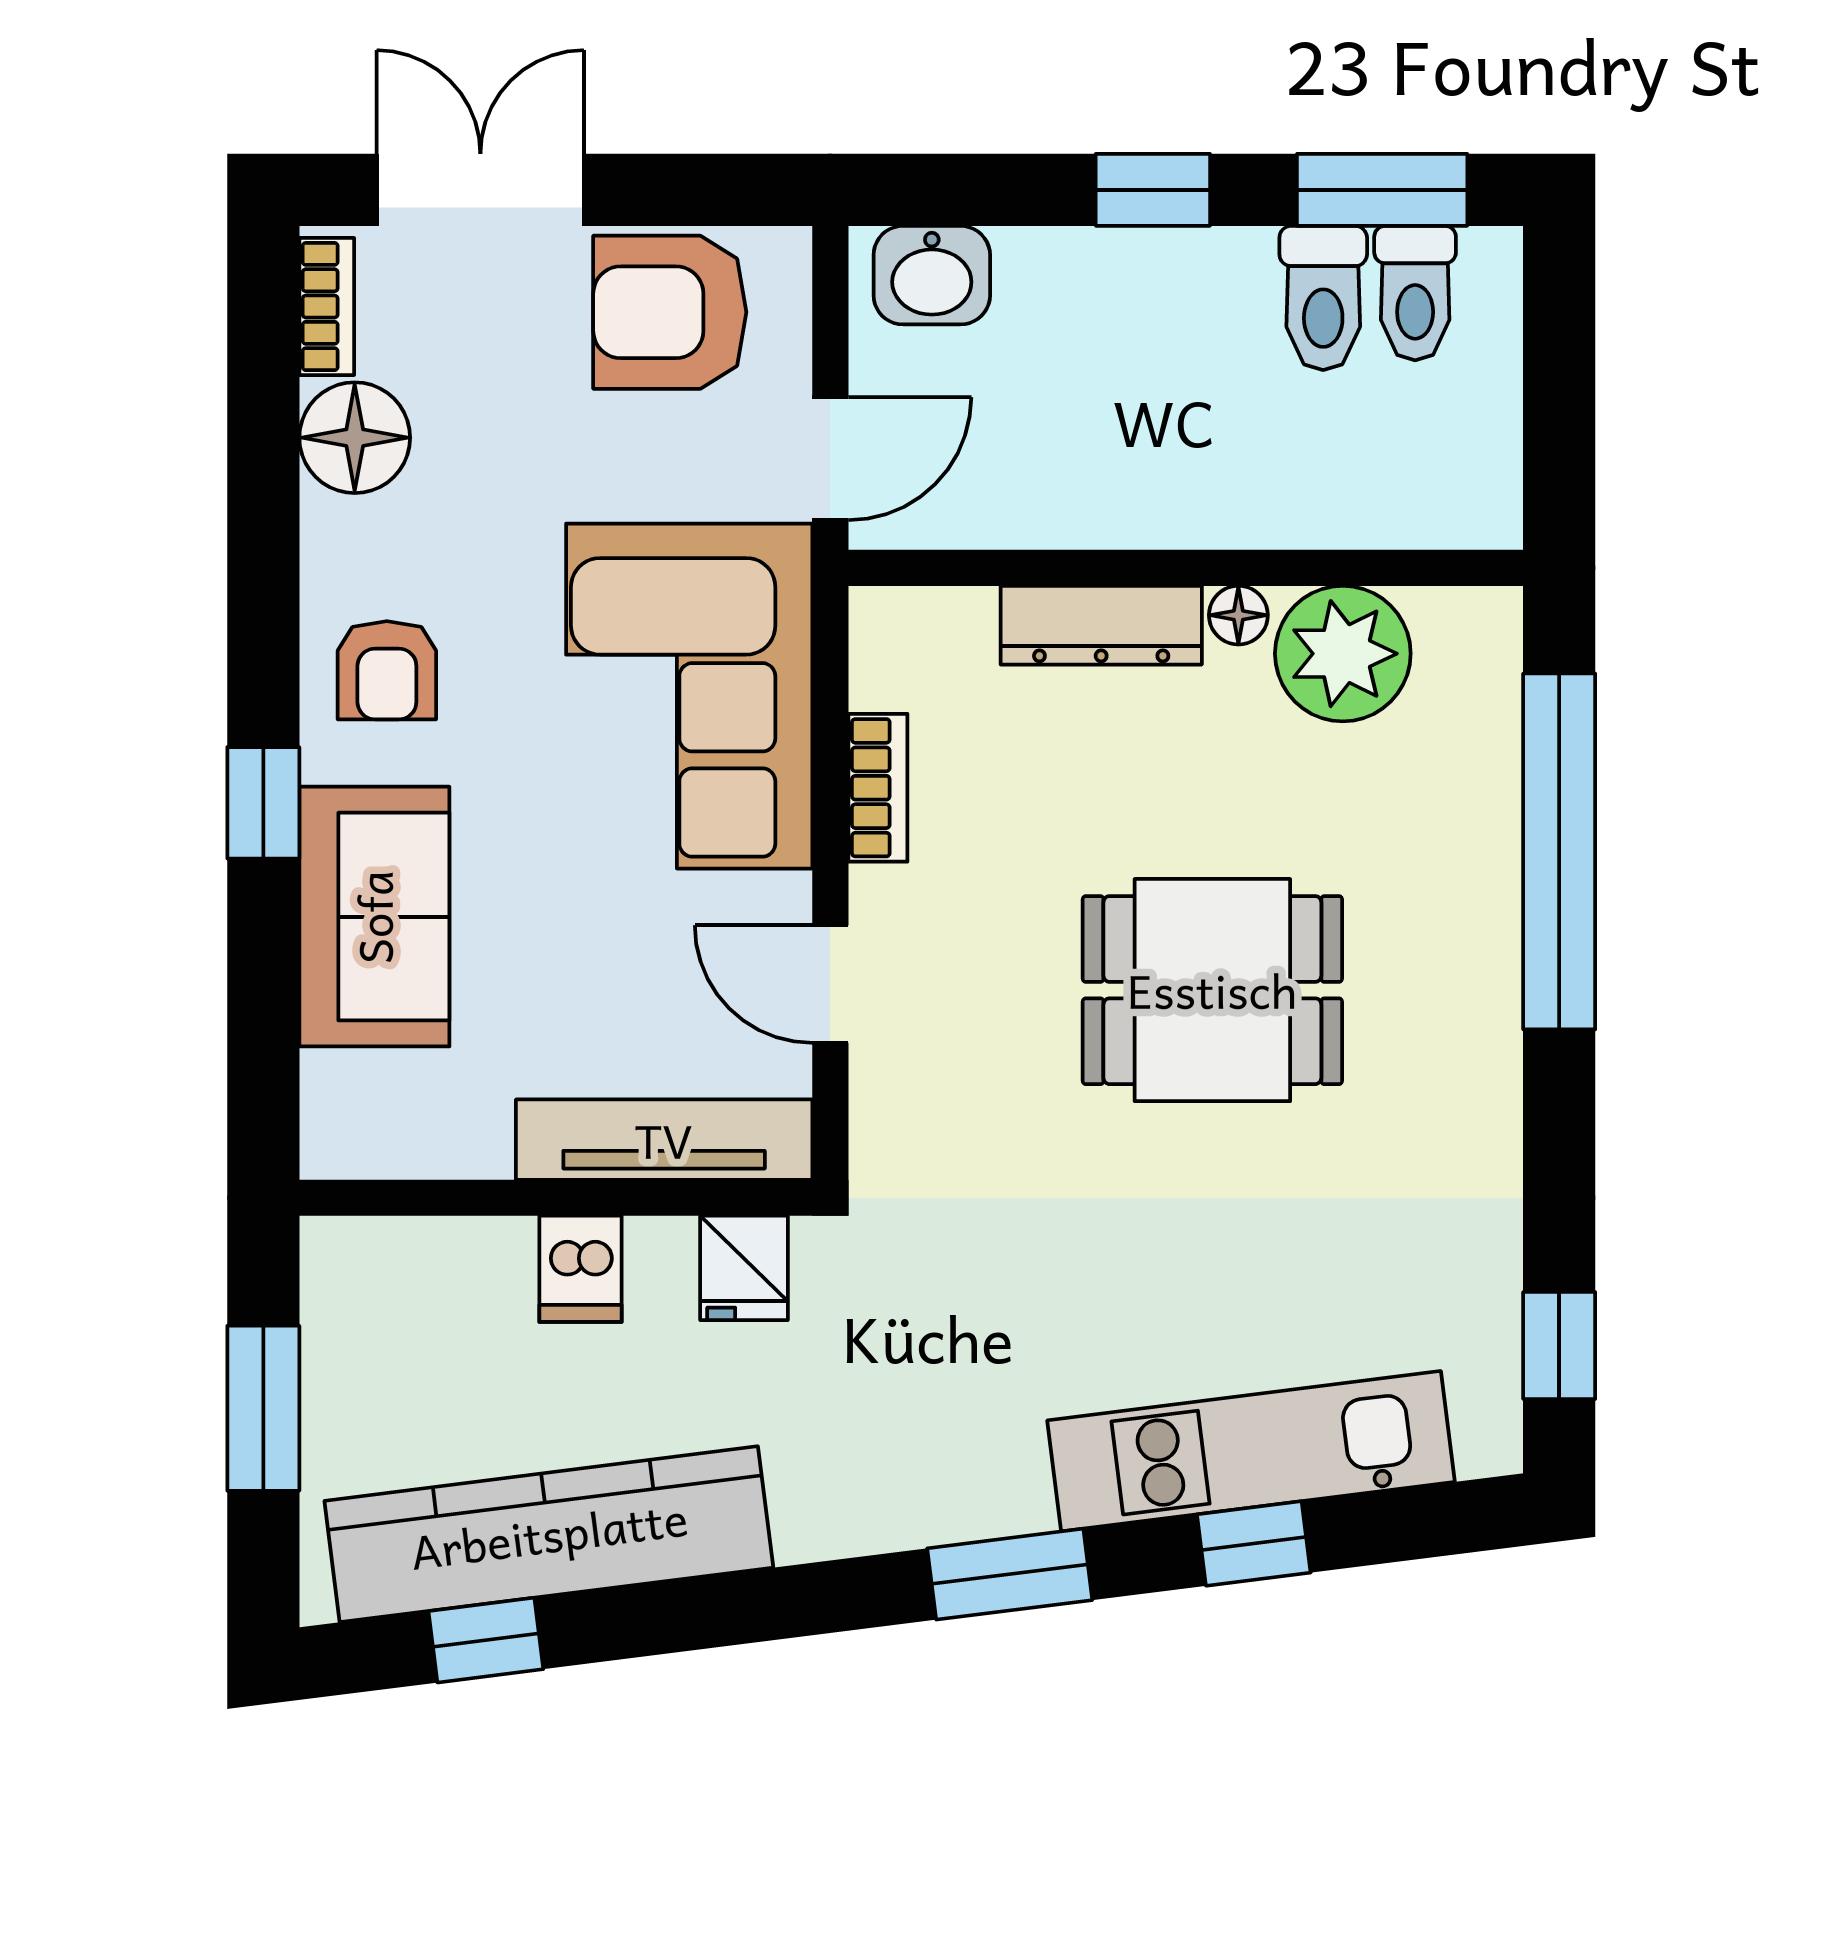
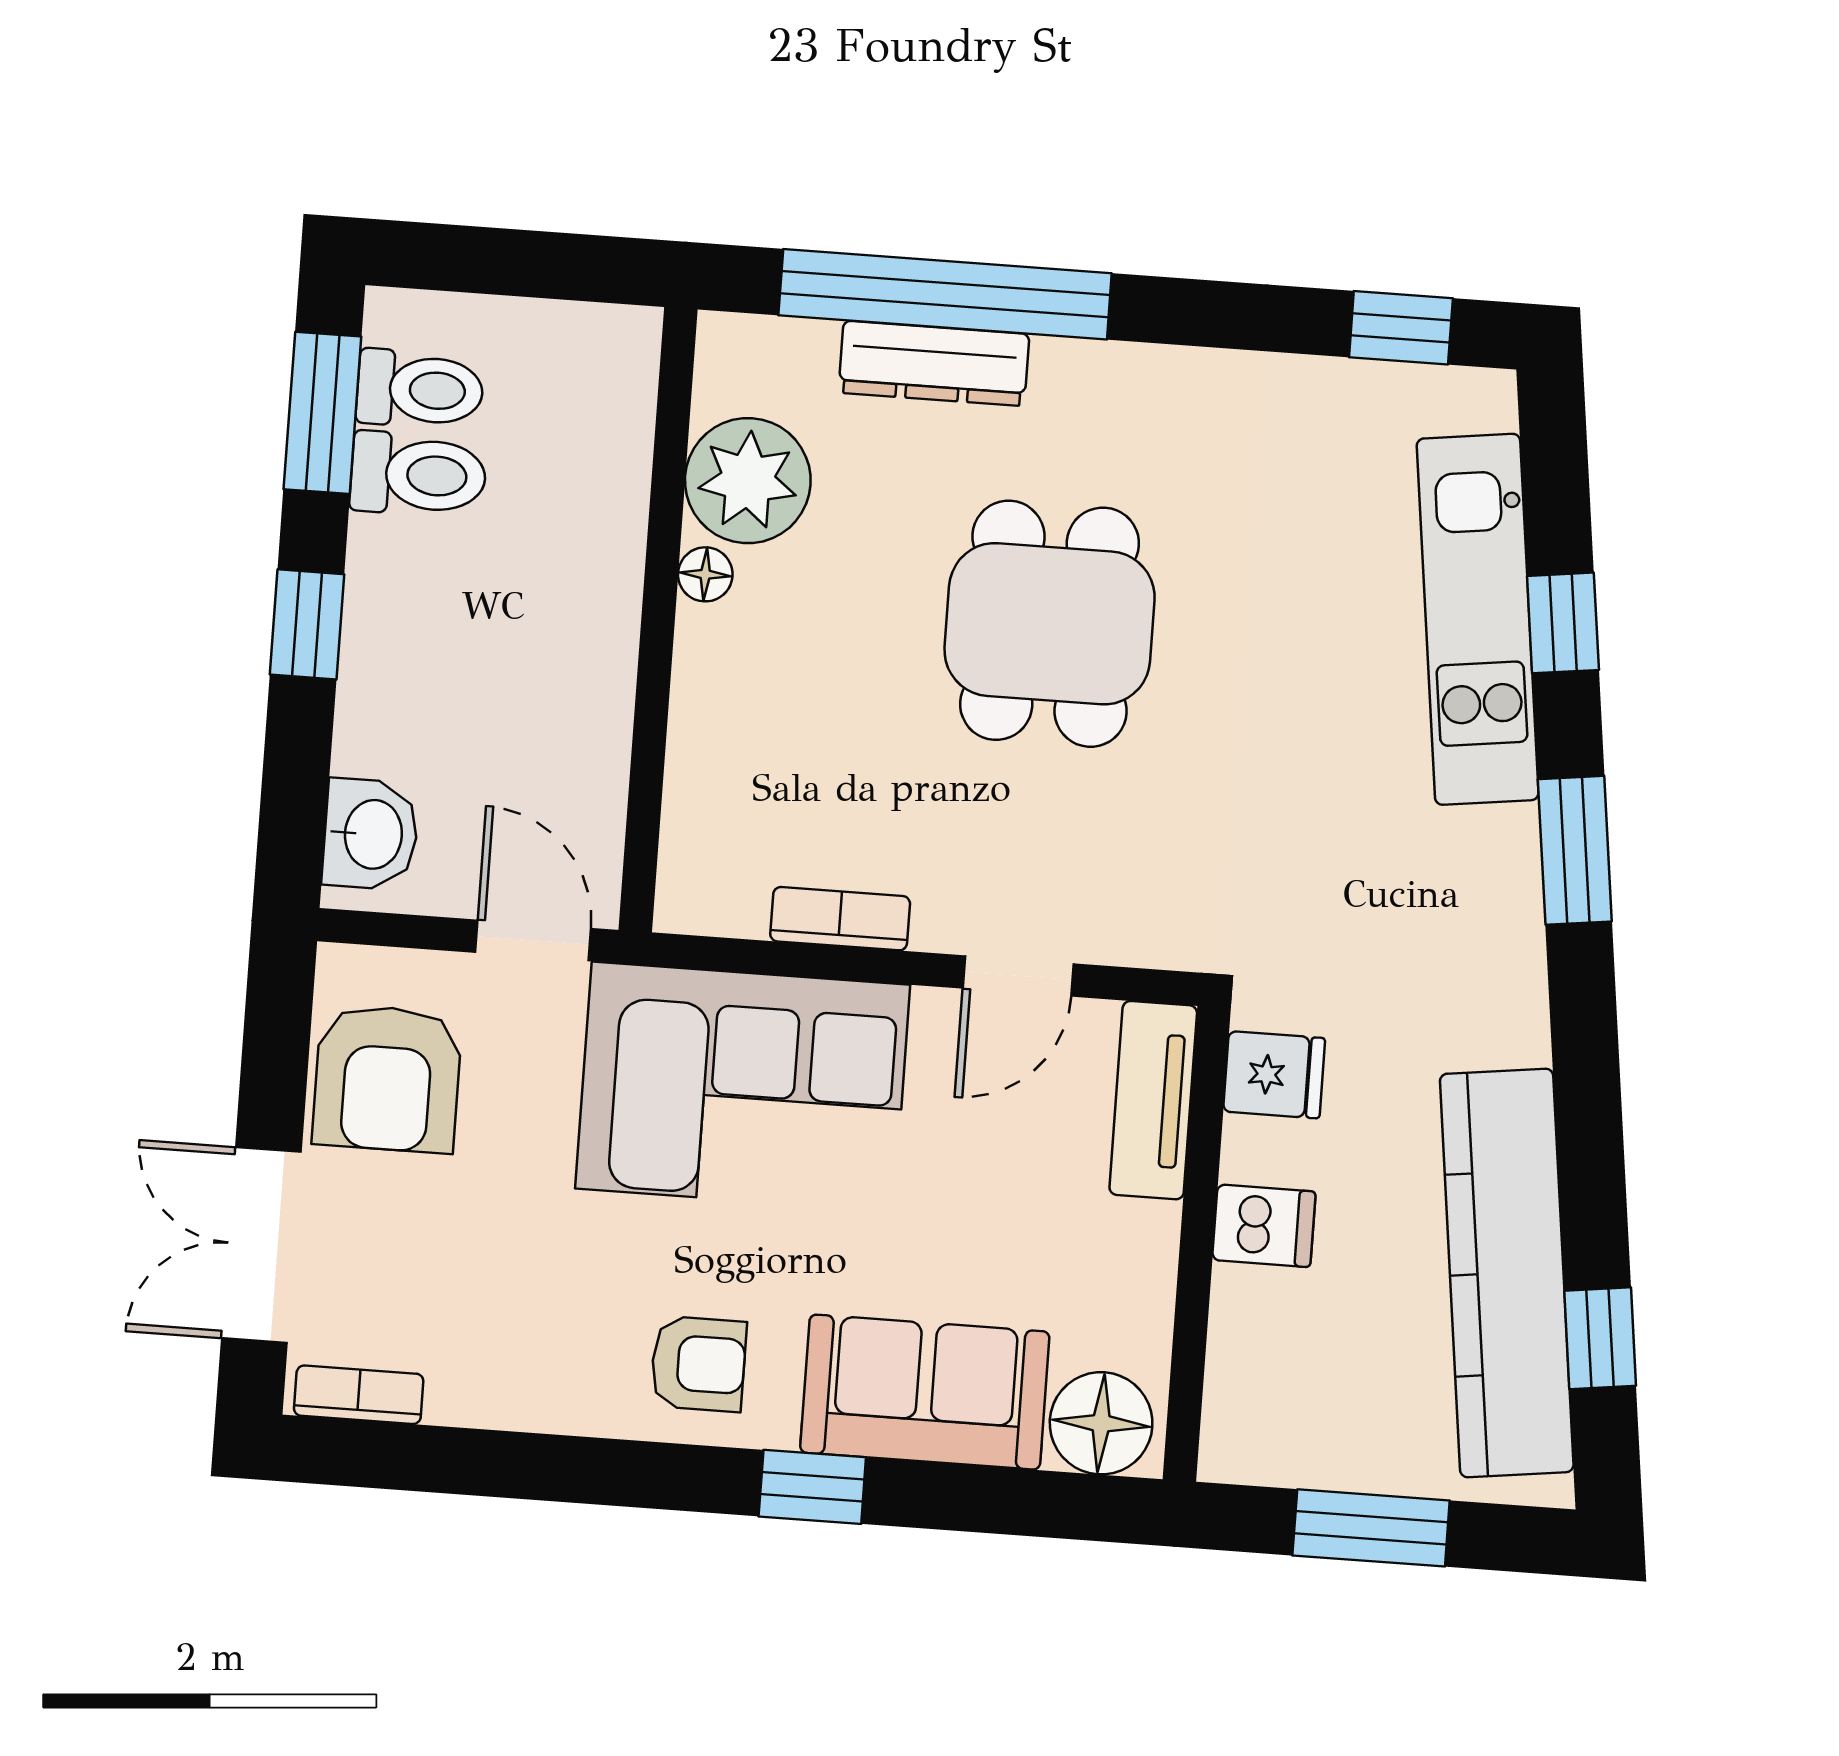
floor lamp: (355, 438) -> (1101, 1423), moved
dresser: (1101, 625) -> (934, 363), moved, turned 90
tv unit: (664, 1140) -> (1153, 1100), width x0.71

